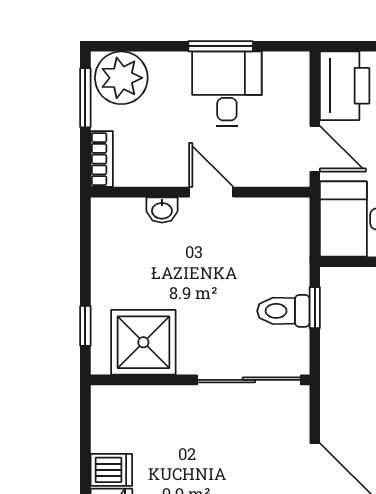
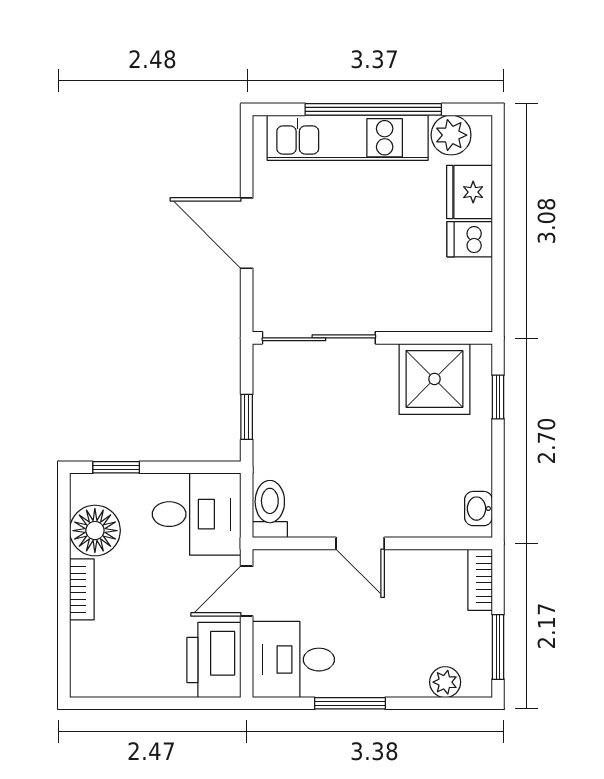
plant: (121, 78) -> (445, 682), width x0.53, depth x0.53
desk: (227, 89) -> (293, 660), moved, turned 90
door: (315, 149) -> (247, 591), hinge flipped
washbasin: (162, 210) -> (478, 509), moved, turned -90
toilet: (283, 311) -> (270, 509), moved, turned -90

